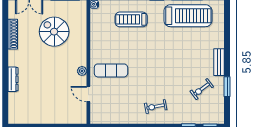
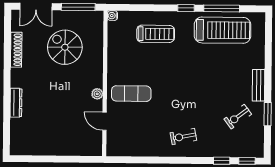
treadmill: (131, 19) -> (156, 34), turned 180

